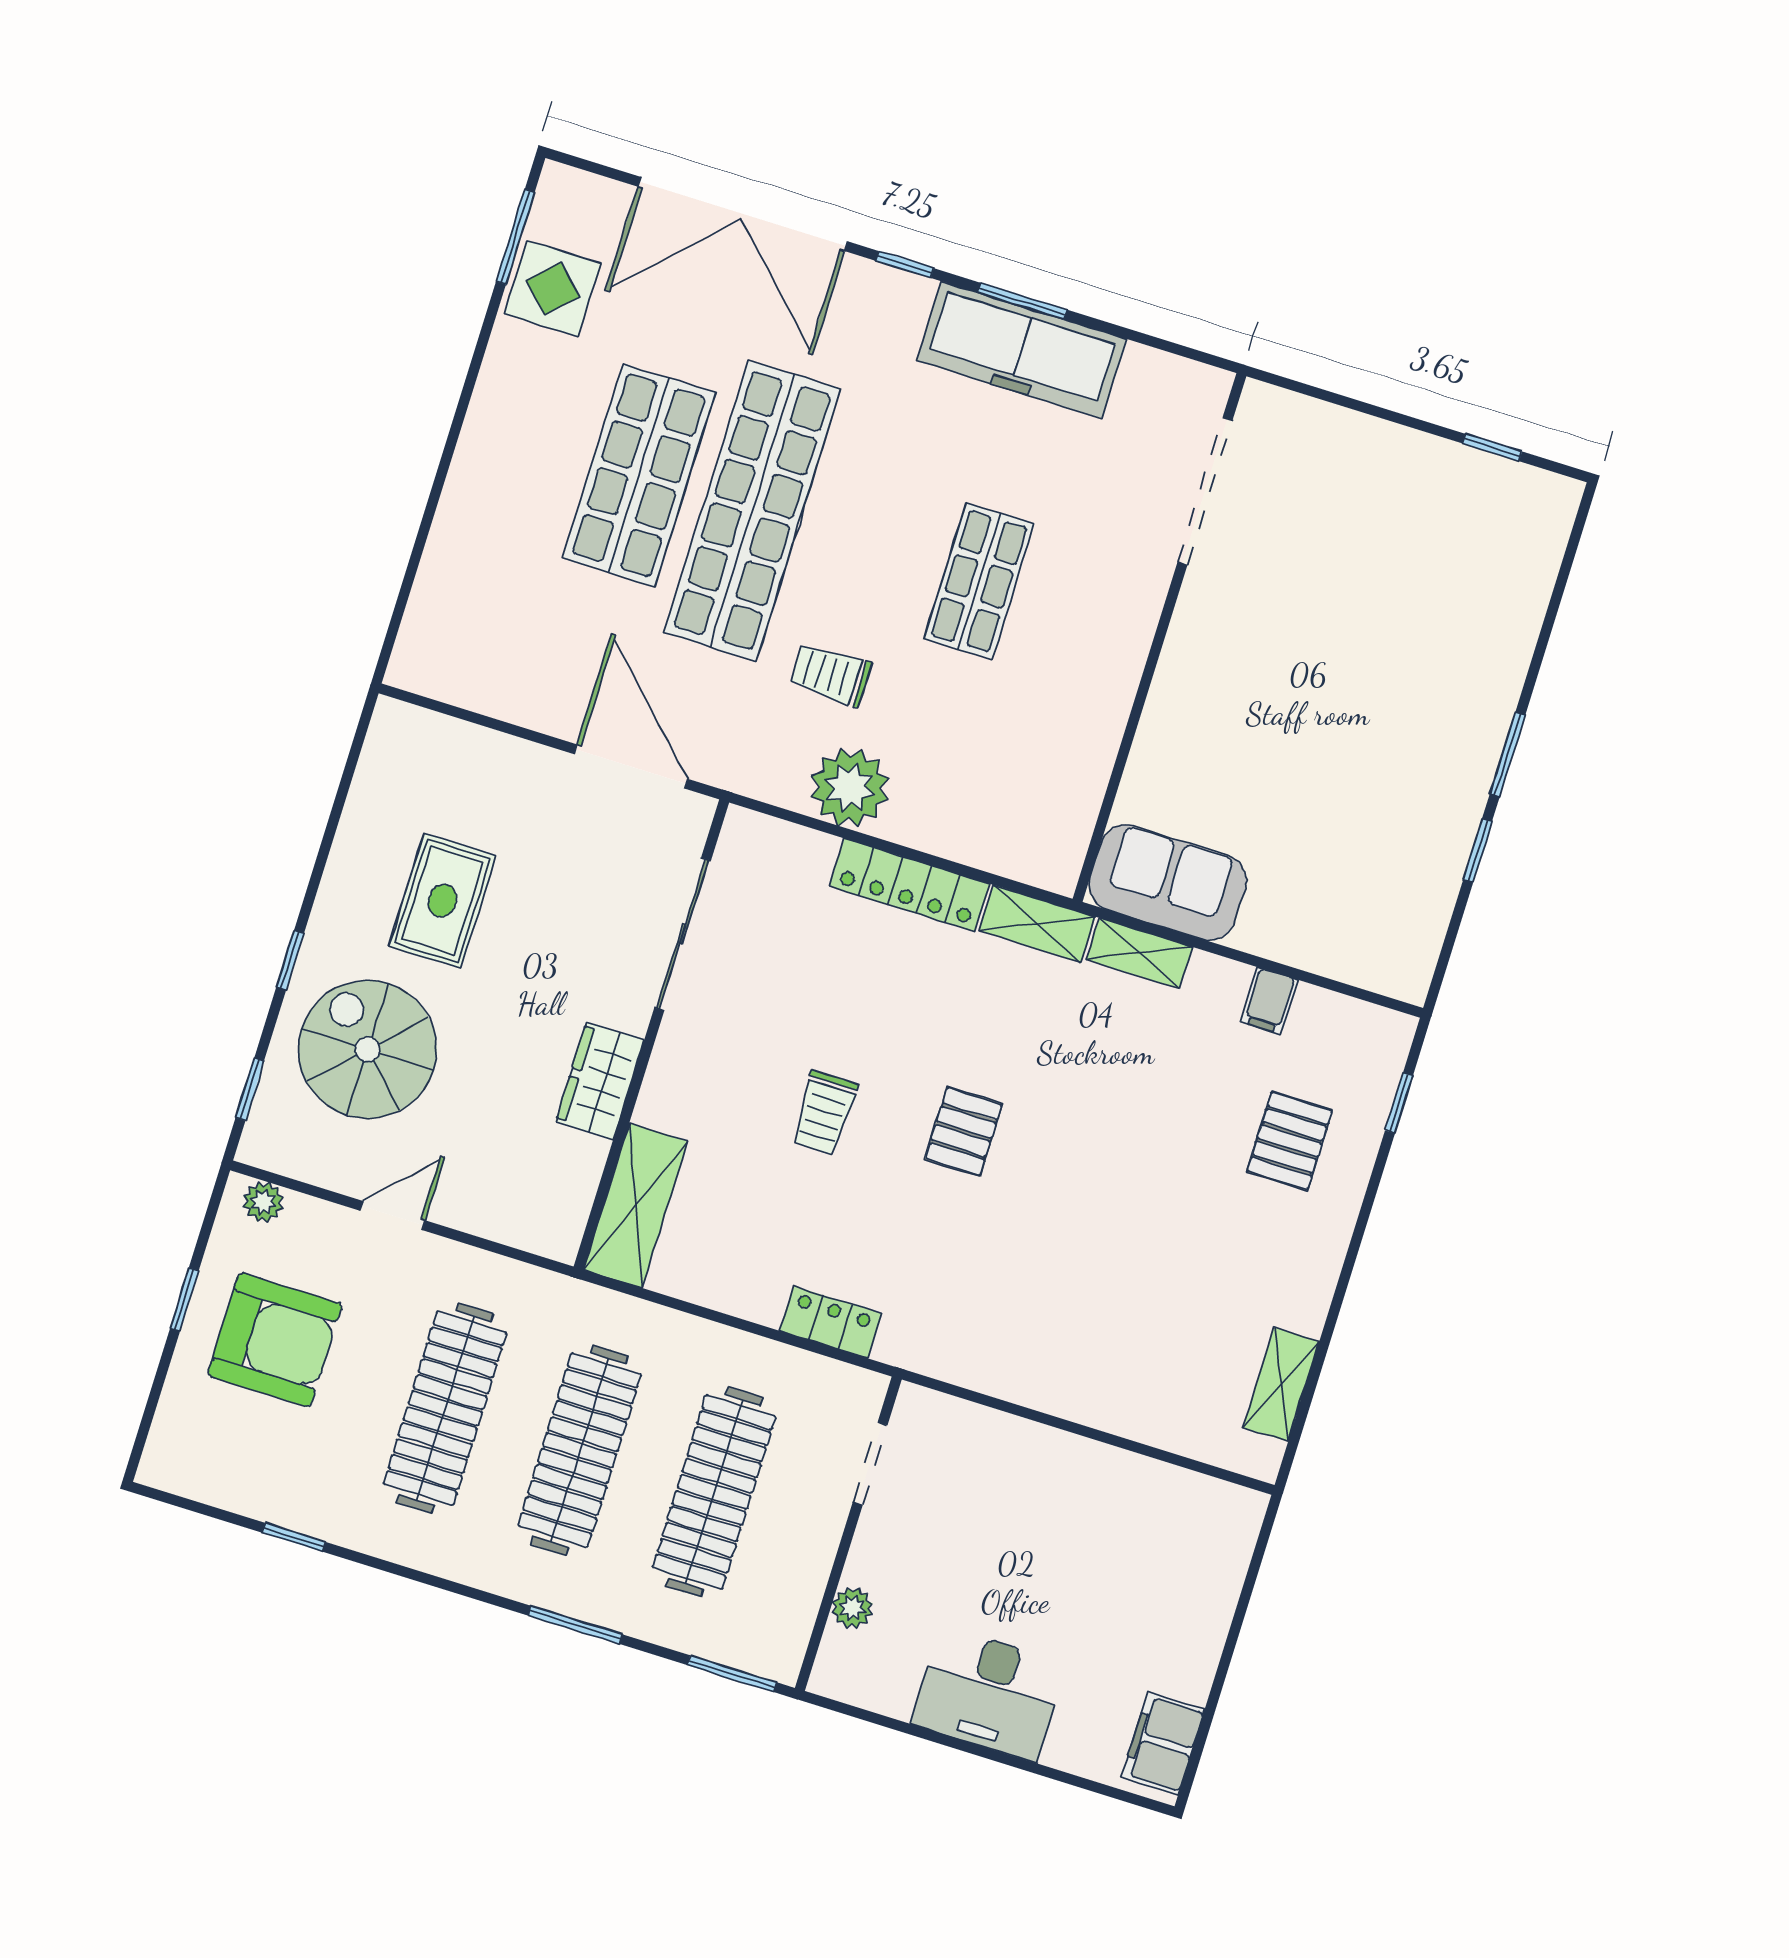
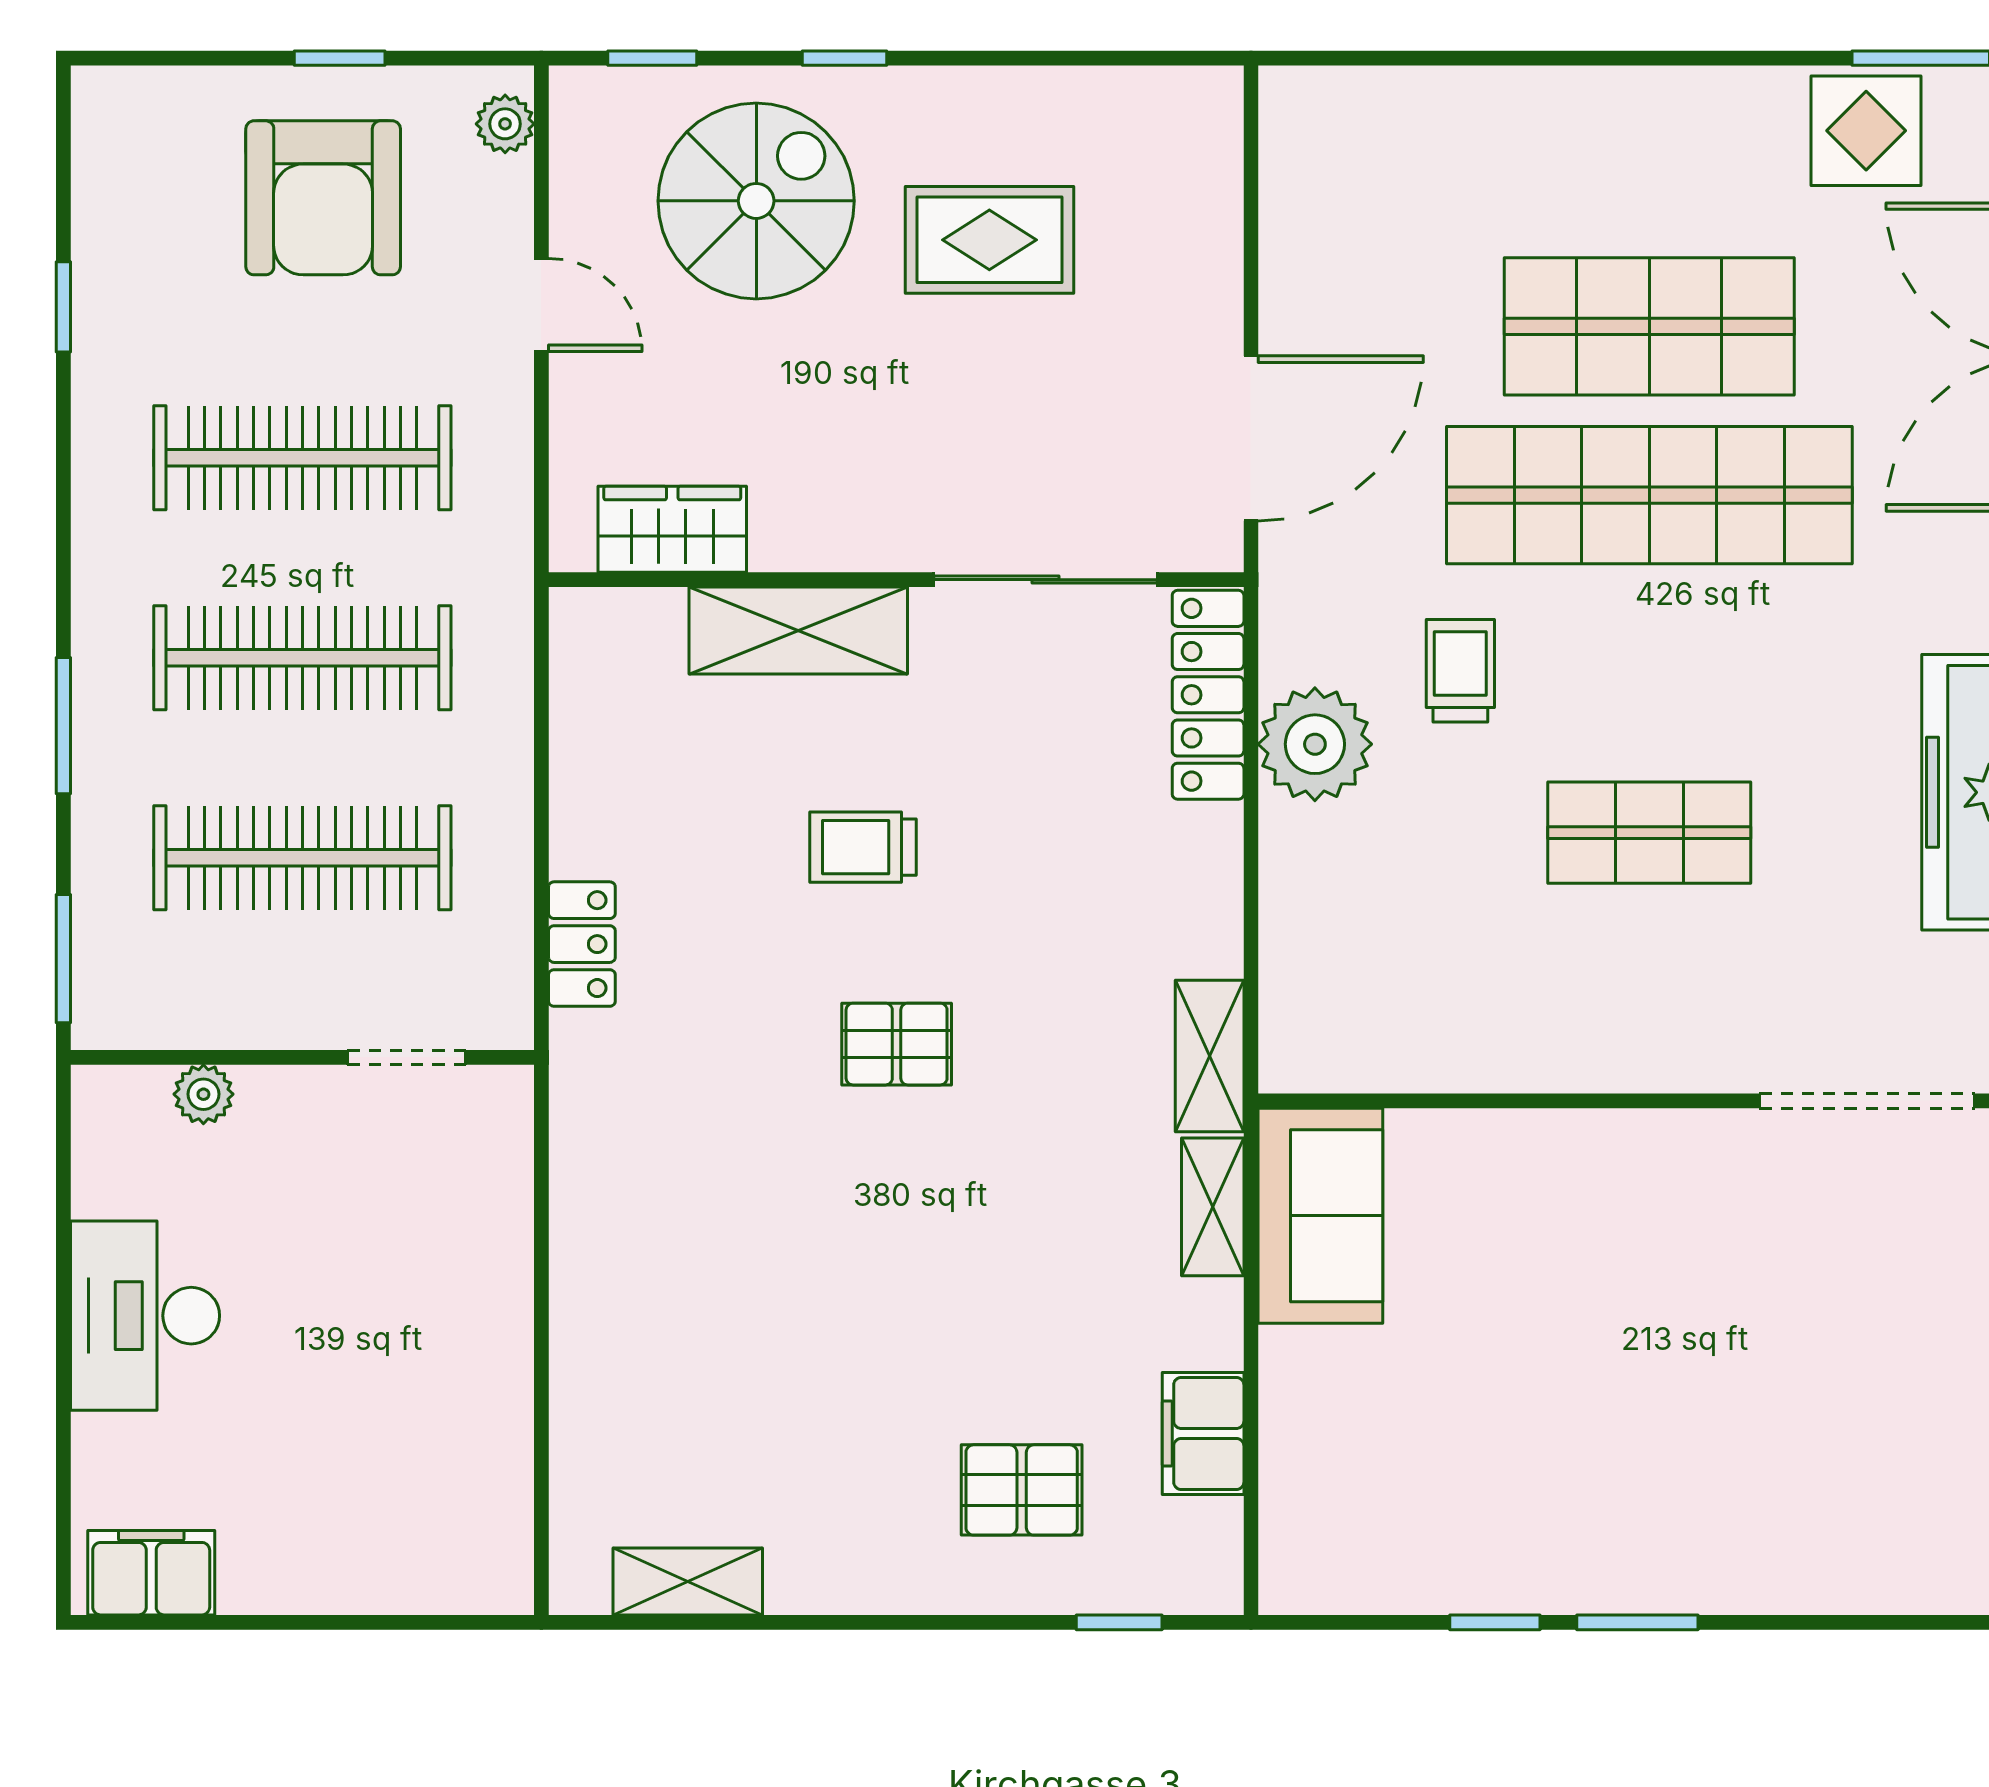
locker: (909, 885) -> (1208, 695), moved
filing cabinet: (1269, 1001) -> (1203, 1433), width x2.00
wardrobe: (600, 1081) -> (672, 529), moved
shelving: (636, 1205) -> (798, 630), moved

